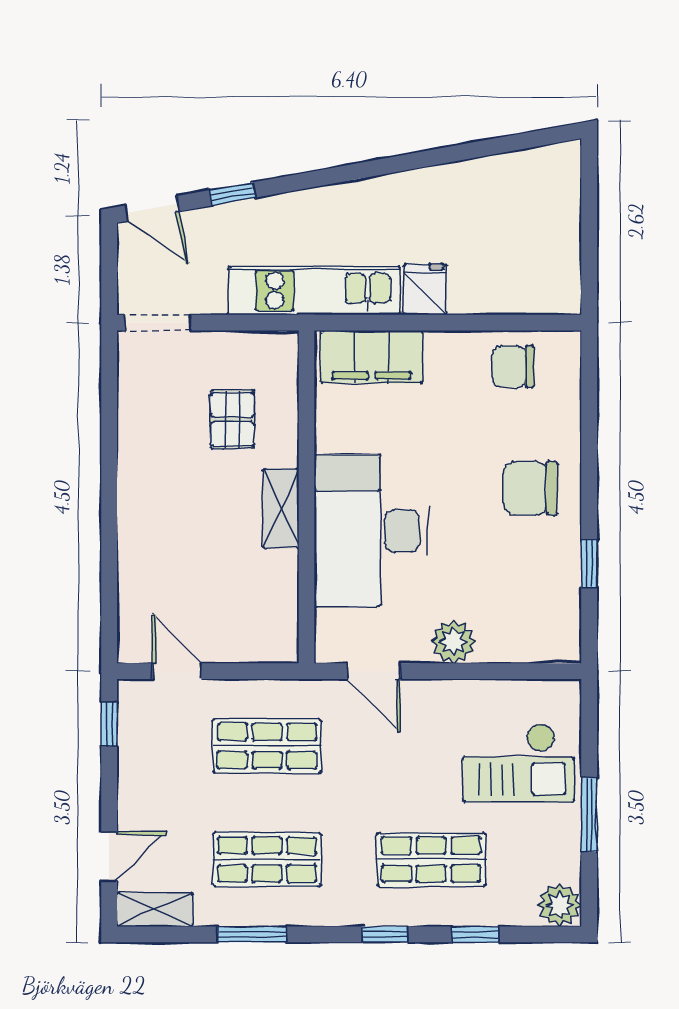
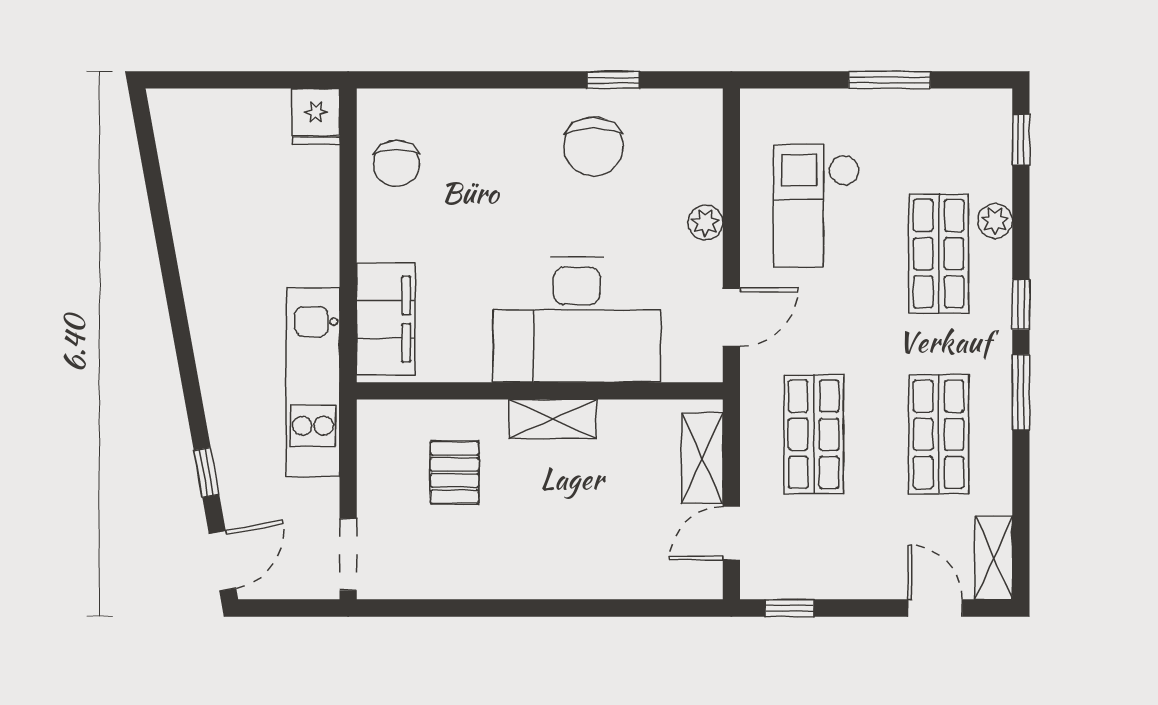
fridge: (425, 289) -> (316, 117), moved, turned -90
pallet: (232, 419) -> (455, 472), turned 90
chair: (530, 488) -> (594, 147), moved
plant: (453, 642) -> (705, 223), width x0.73, depth x0.73
shelving: (245, 645) -> (702, 458), added
checkout: (518, 763) -> (816, 206), moved, turned 180
plant: (560, 905) -> (995, 221), moved, width x0.73, depth x0.73
window: (252, 934) -> (1021, 392), moved
window: (475, 934) -> (1021, 140), moved

